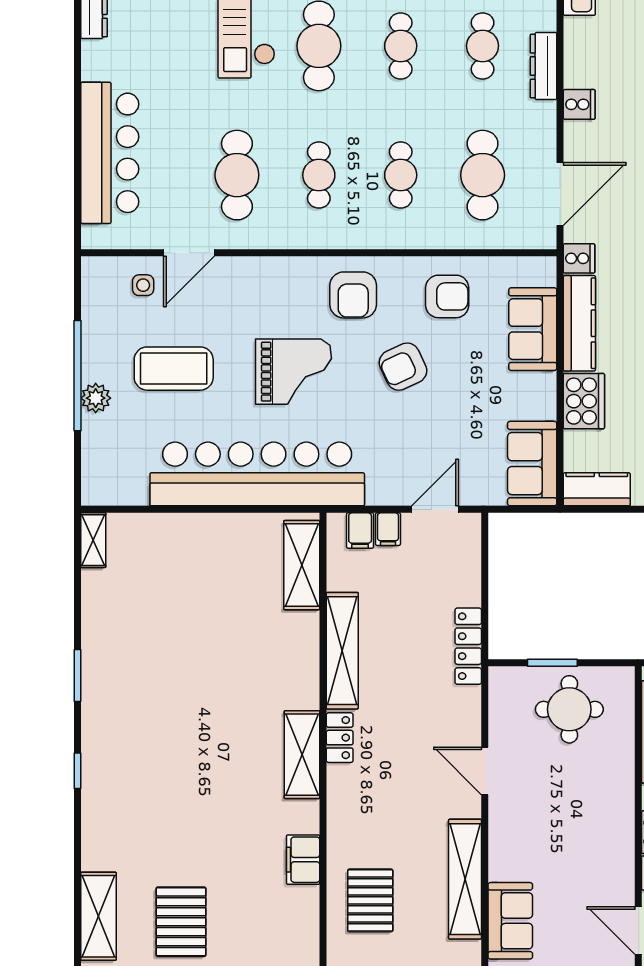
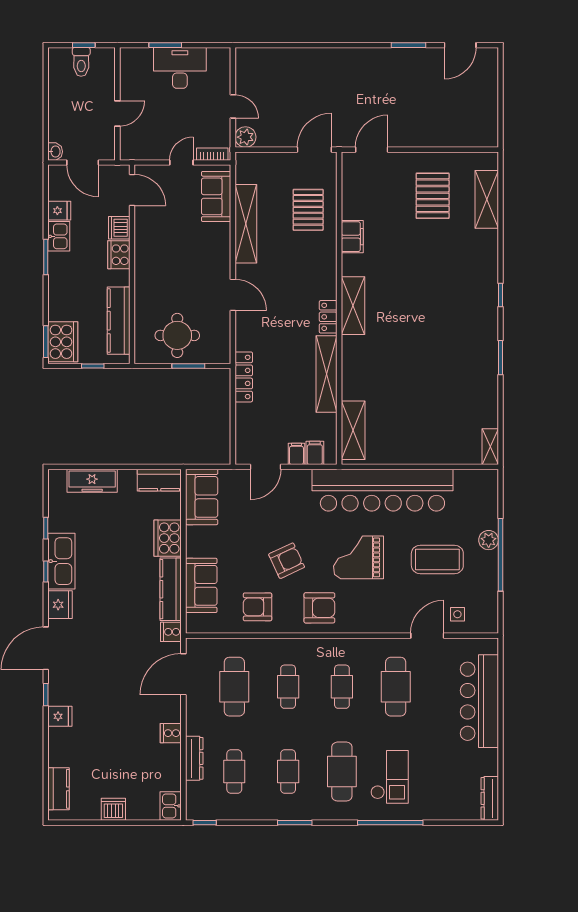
armchair: (353, 295) -> (319, 608), turned 90

